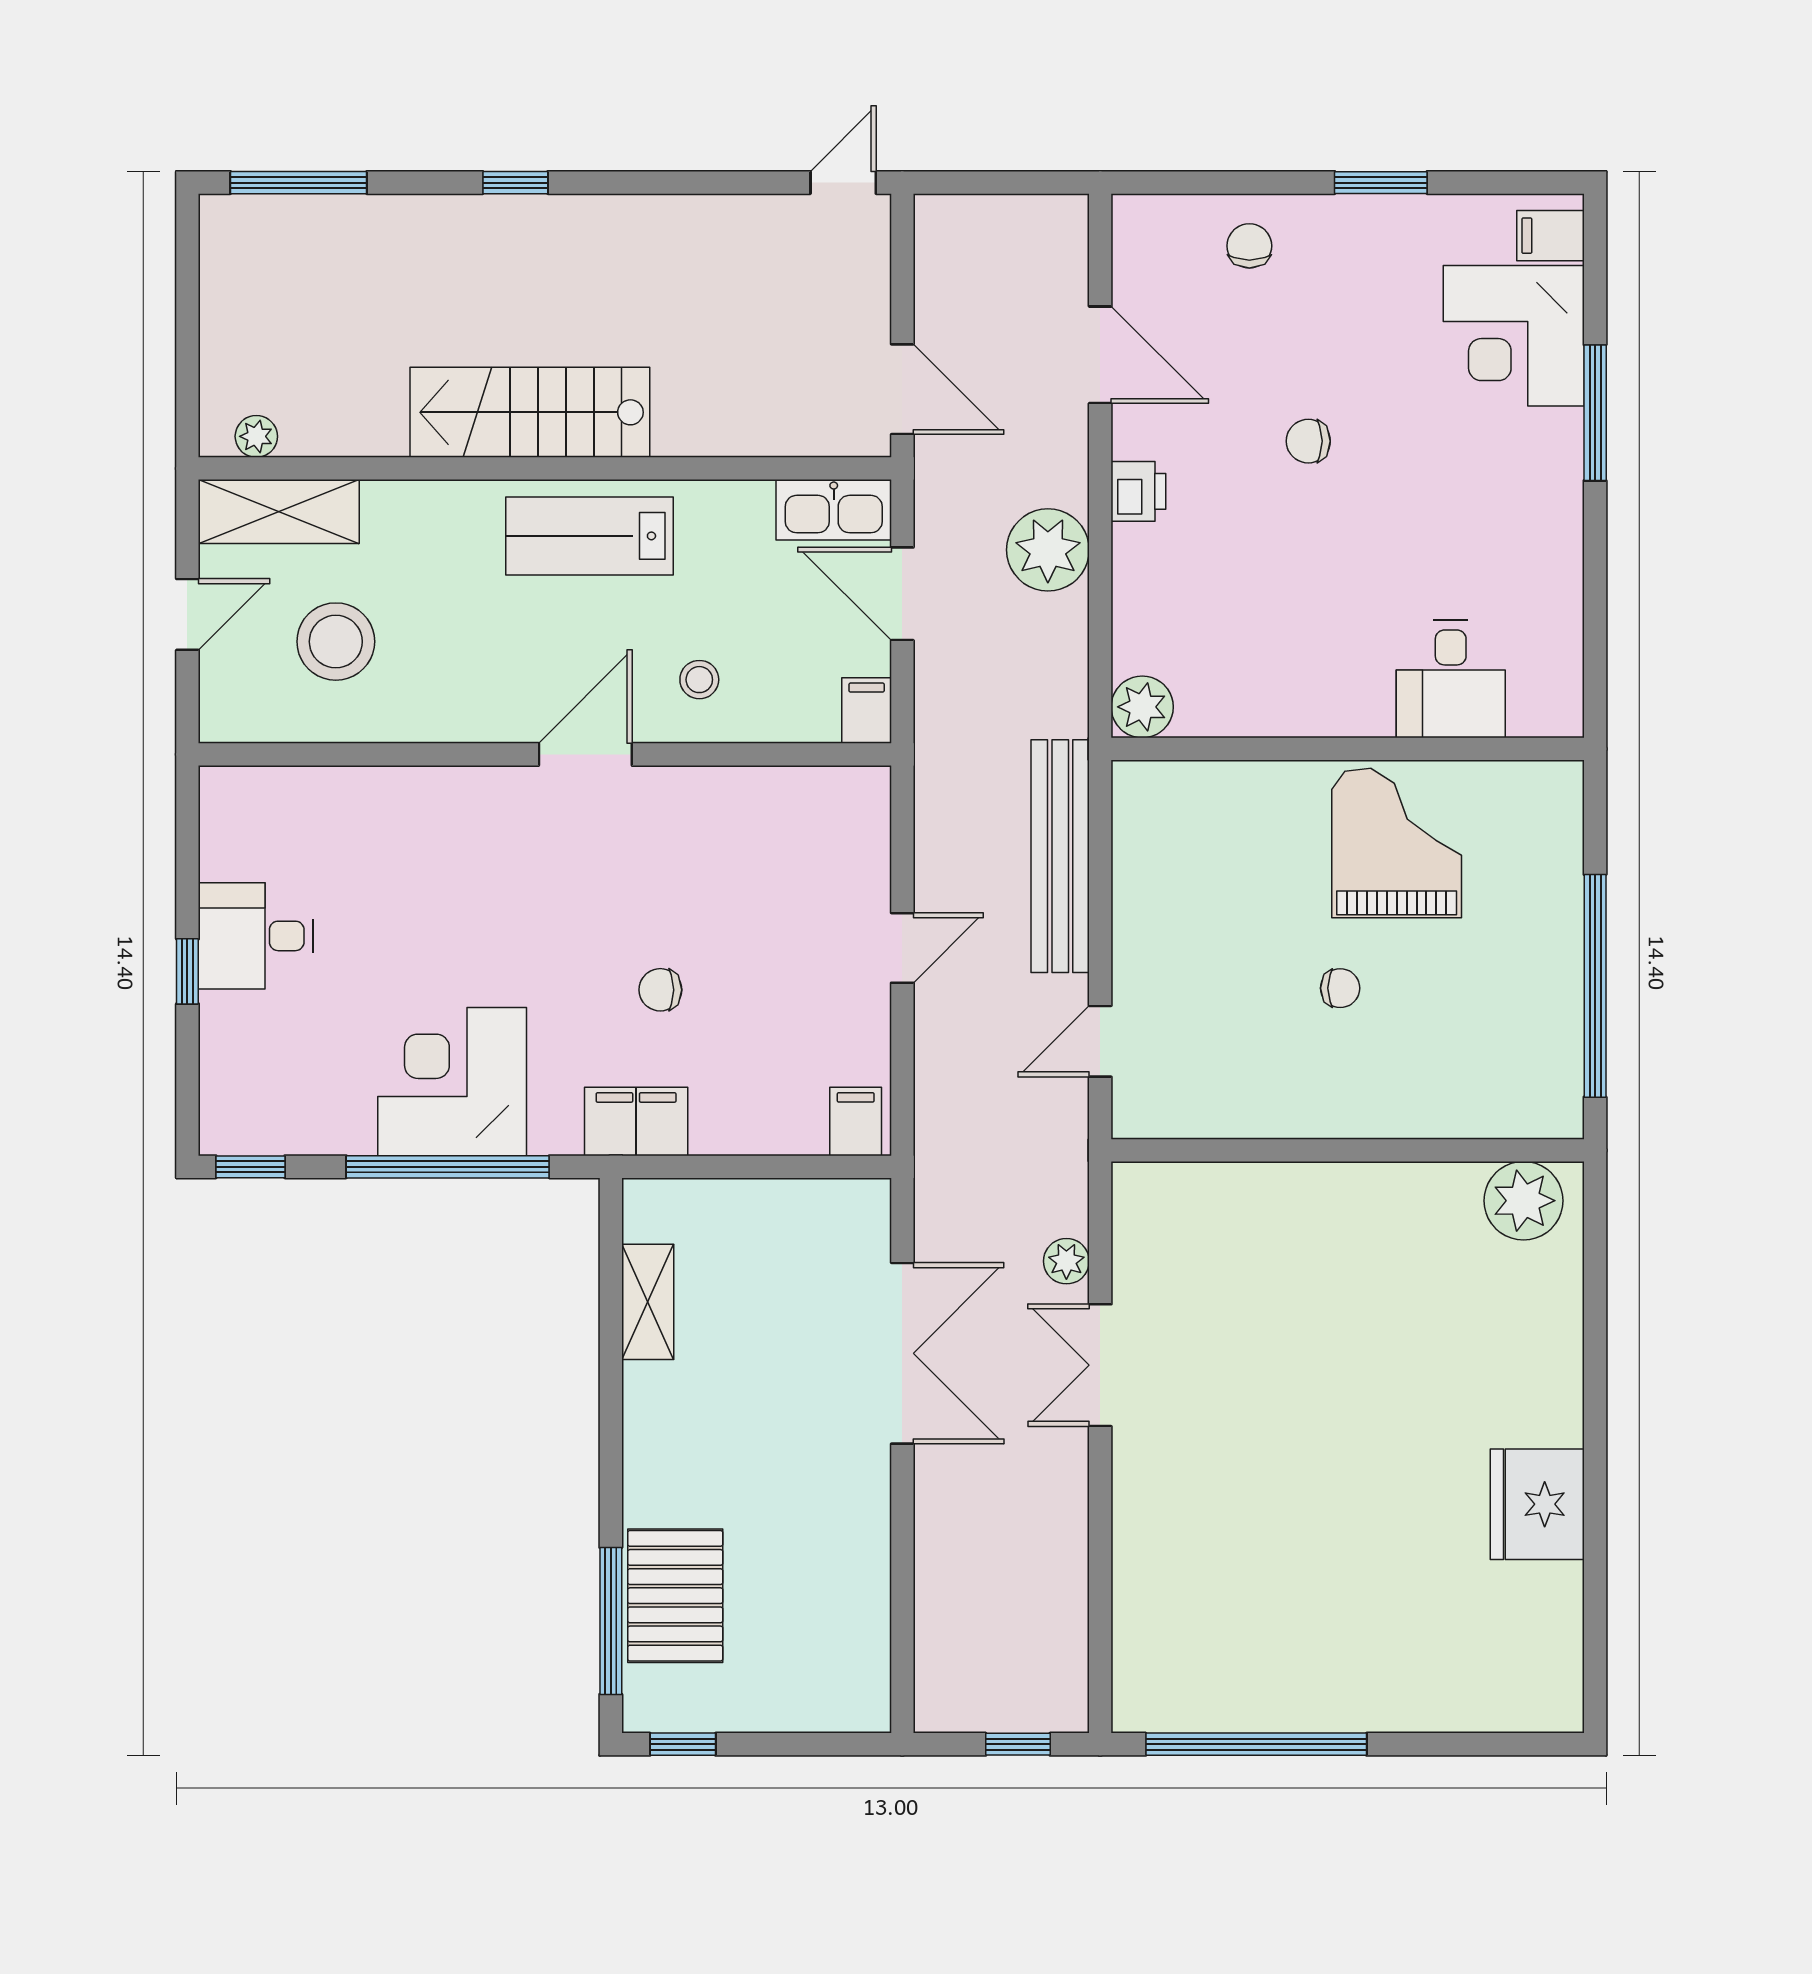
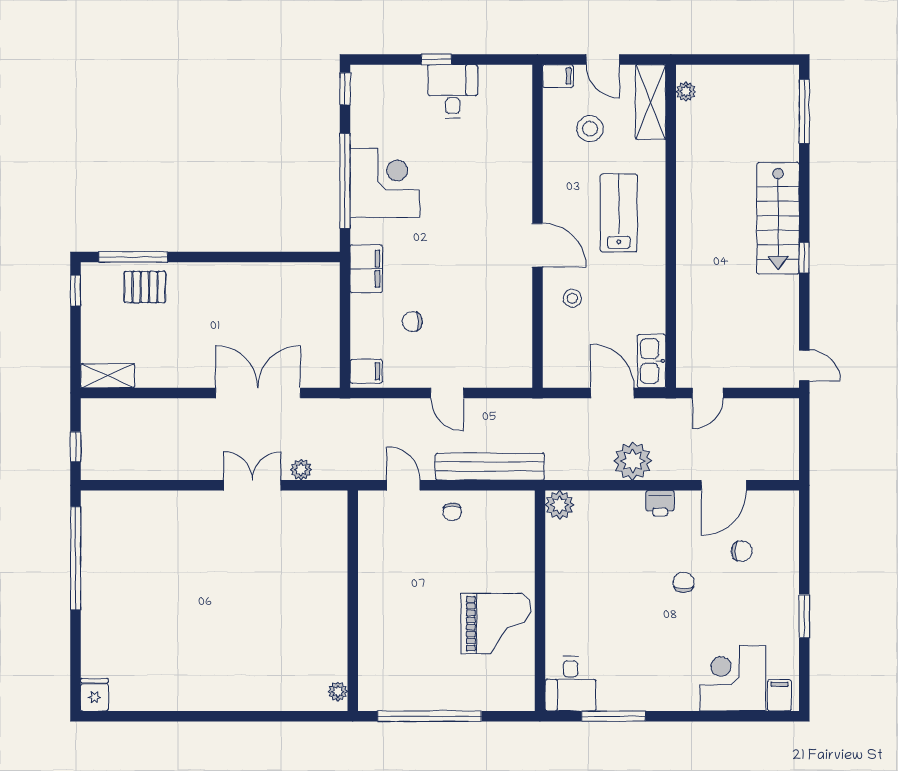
window: (515, 183) -> (804, 258), moved
chair: (1249, 246) -> (742, 551), moved
door: (902, 389) -> (708, 393), width x0.73
stairs: (530, 412) -> (778, 218), moved, turned 180
window: (1595, 413) -> (613, 716), moved
lab bench: (590, 536) -> (619, 213), moved
door: (902, 594) -> (612, 393), hinge flipped
stool: (336, 642) -> (590, 129), width x0.73, depth x0.73
desk: (1451, 679) -> (571, 684), moved, turned -90
filing cabinet: (867, 711) -> (558, 76), moved
chair: (1340, 988) -> (452, 512), moved
chair: (660, 990) -> (412, 322), moved, turned -90
plant: (1524, 1201) -> (338, 691), width x0.53, depth x0.53
shelving: (648, 1302) -> (108, 376), moved
double door: (902, 1353) -> (258, 393), swing flipped
fridge: (1537, 1504) -> (94, 695), moved, width x0.53, depth x0.75
pallet: (675, 1596) -> (145, 287), width x0.67, depth x0.71

